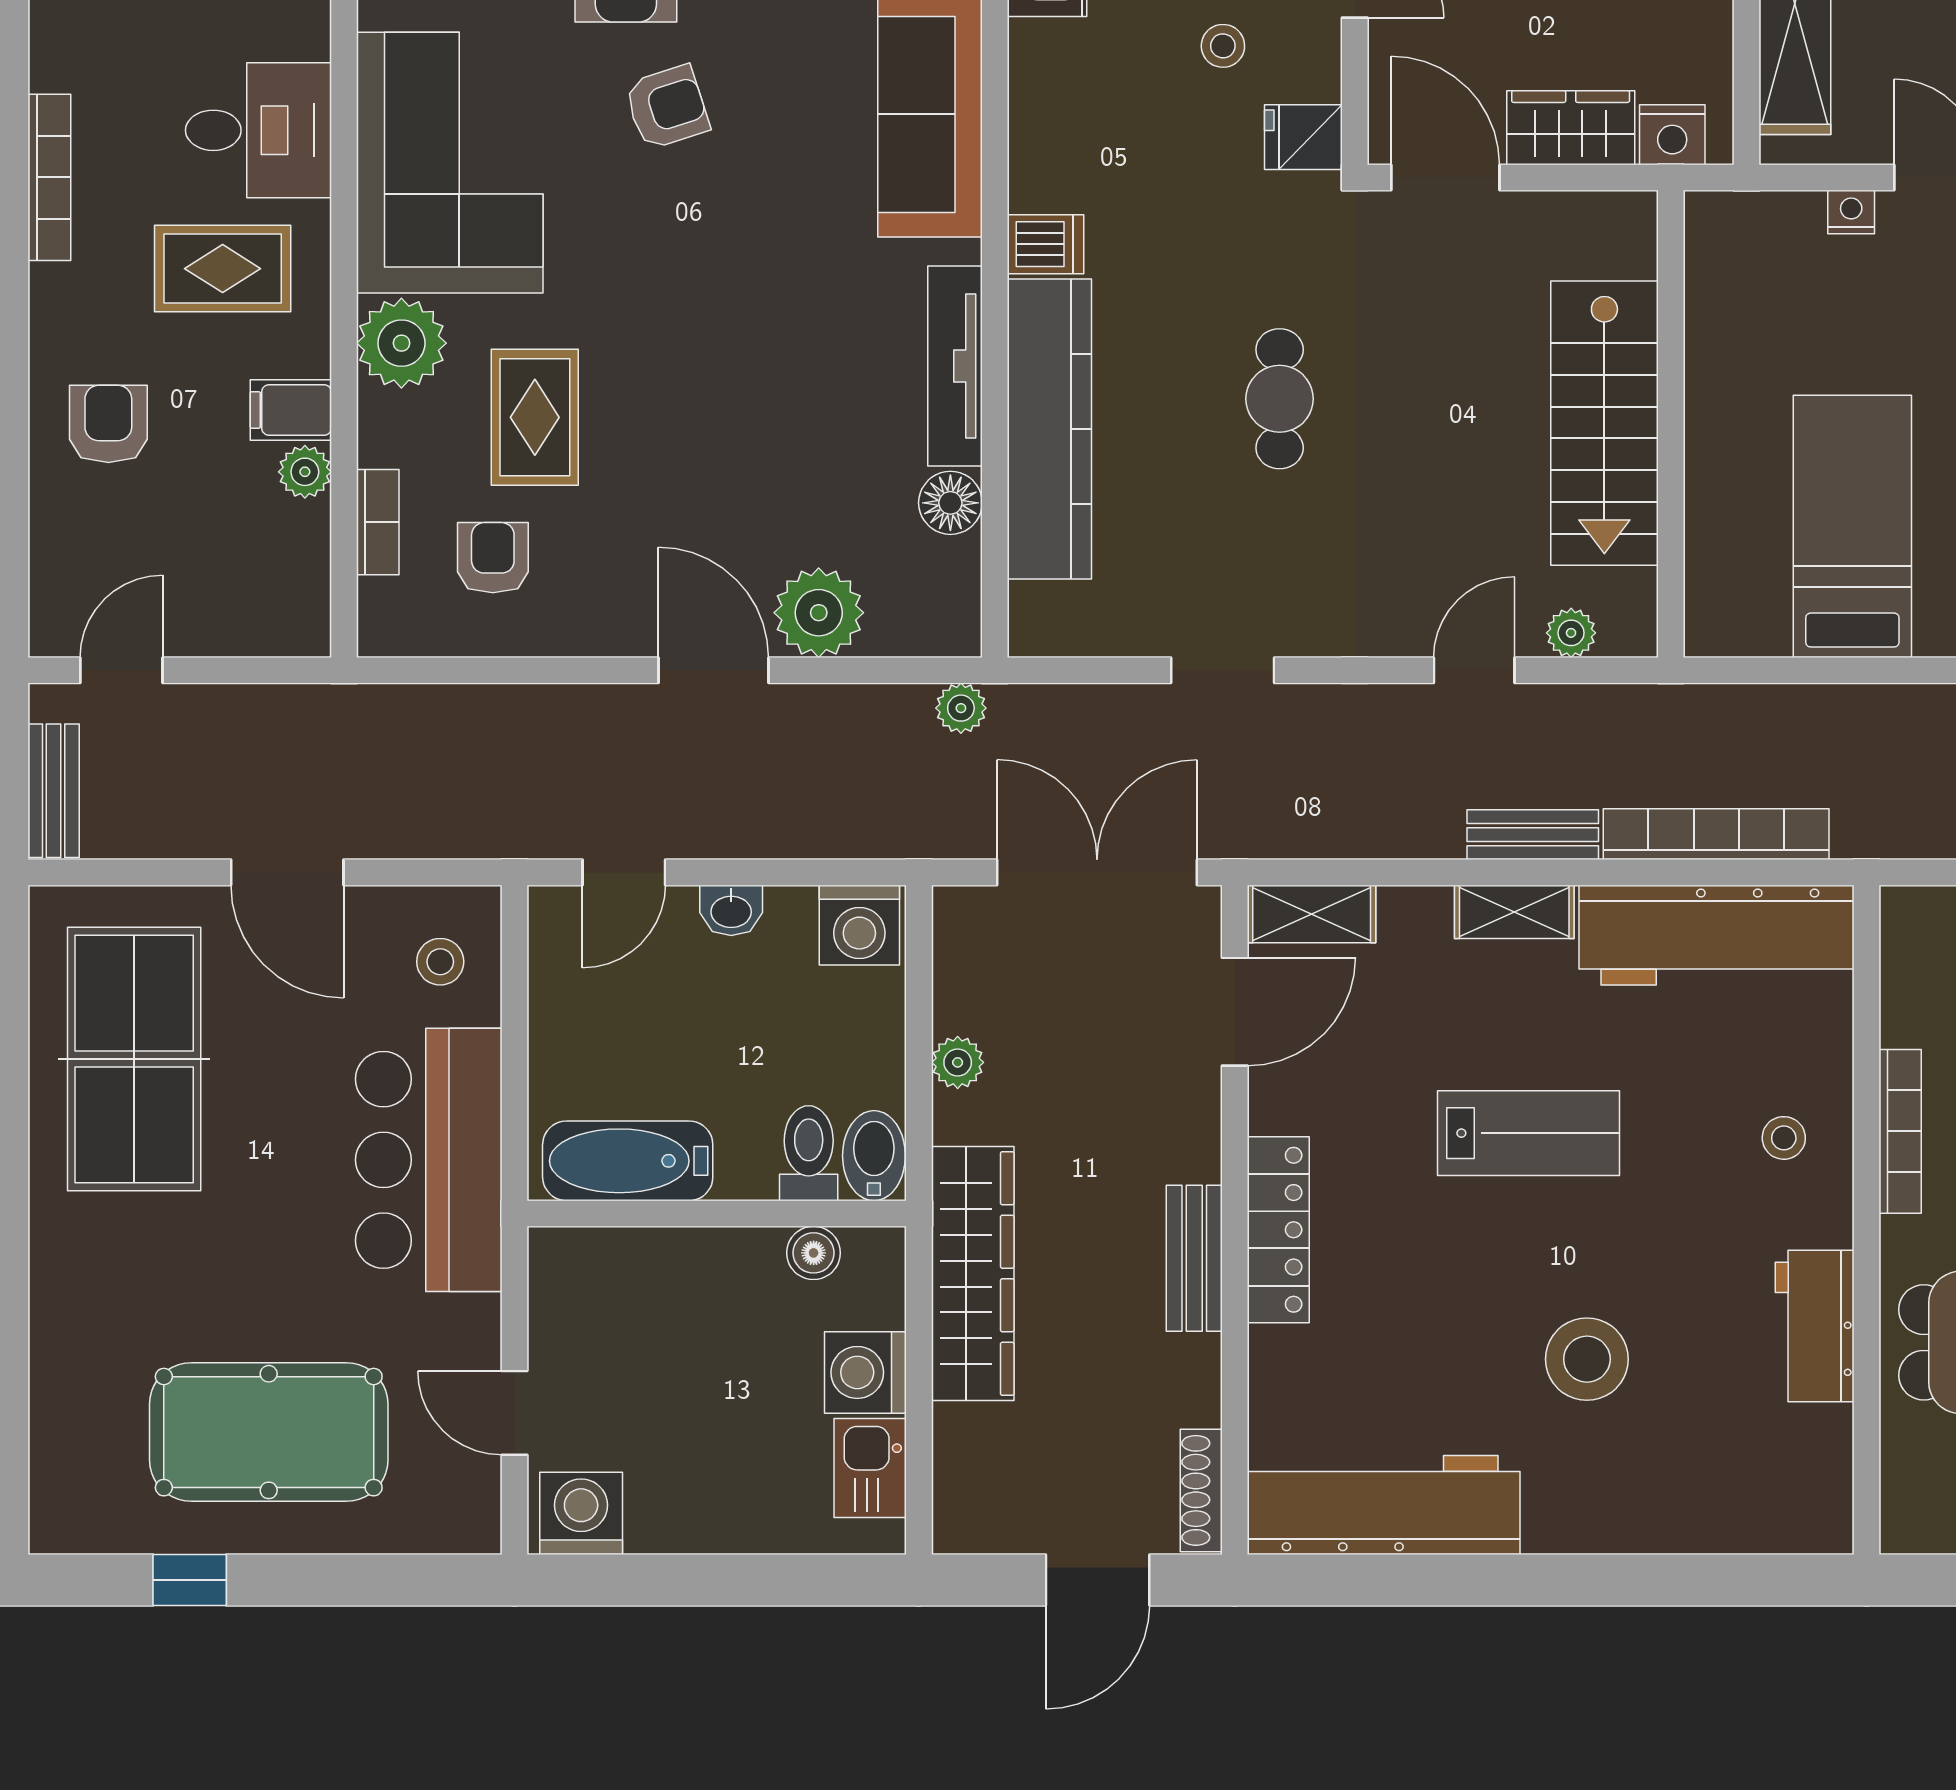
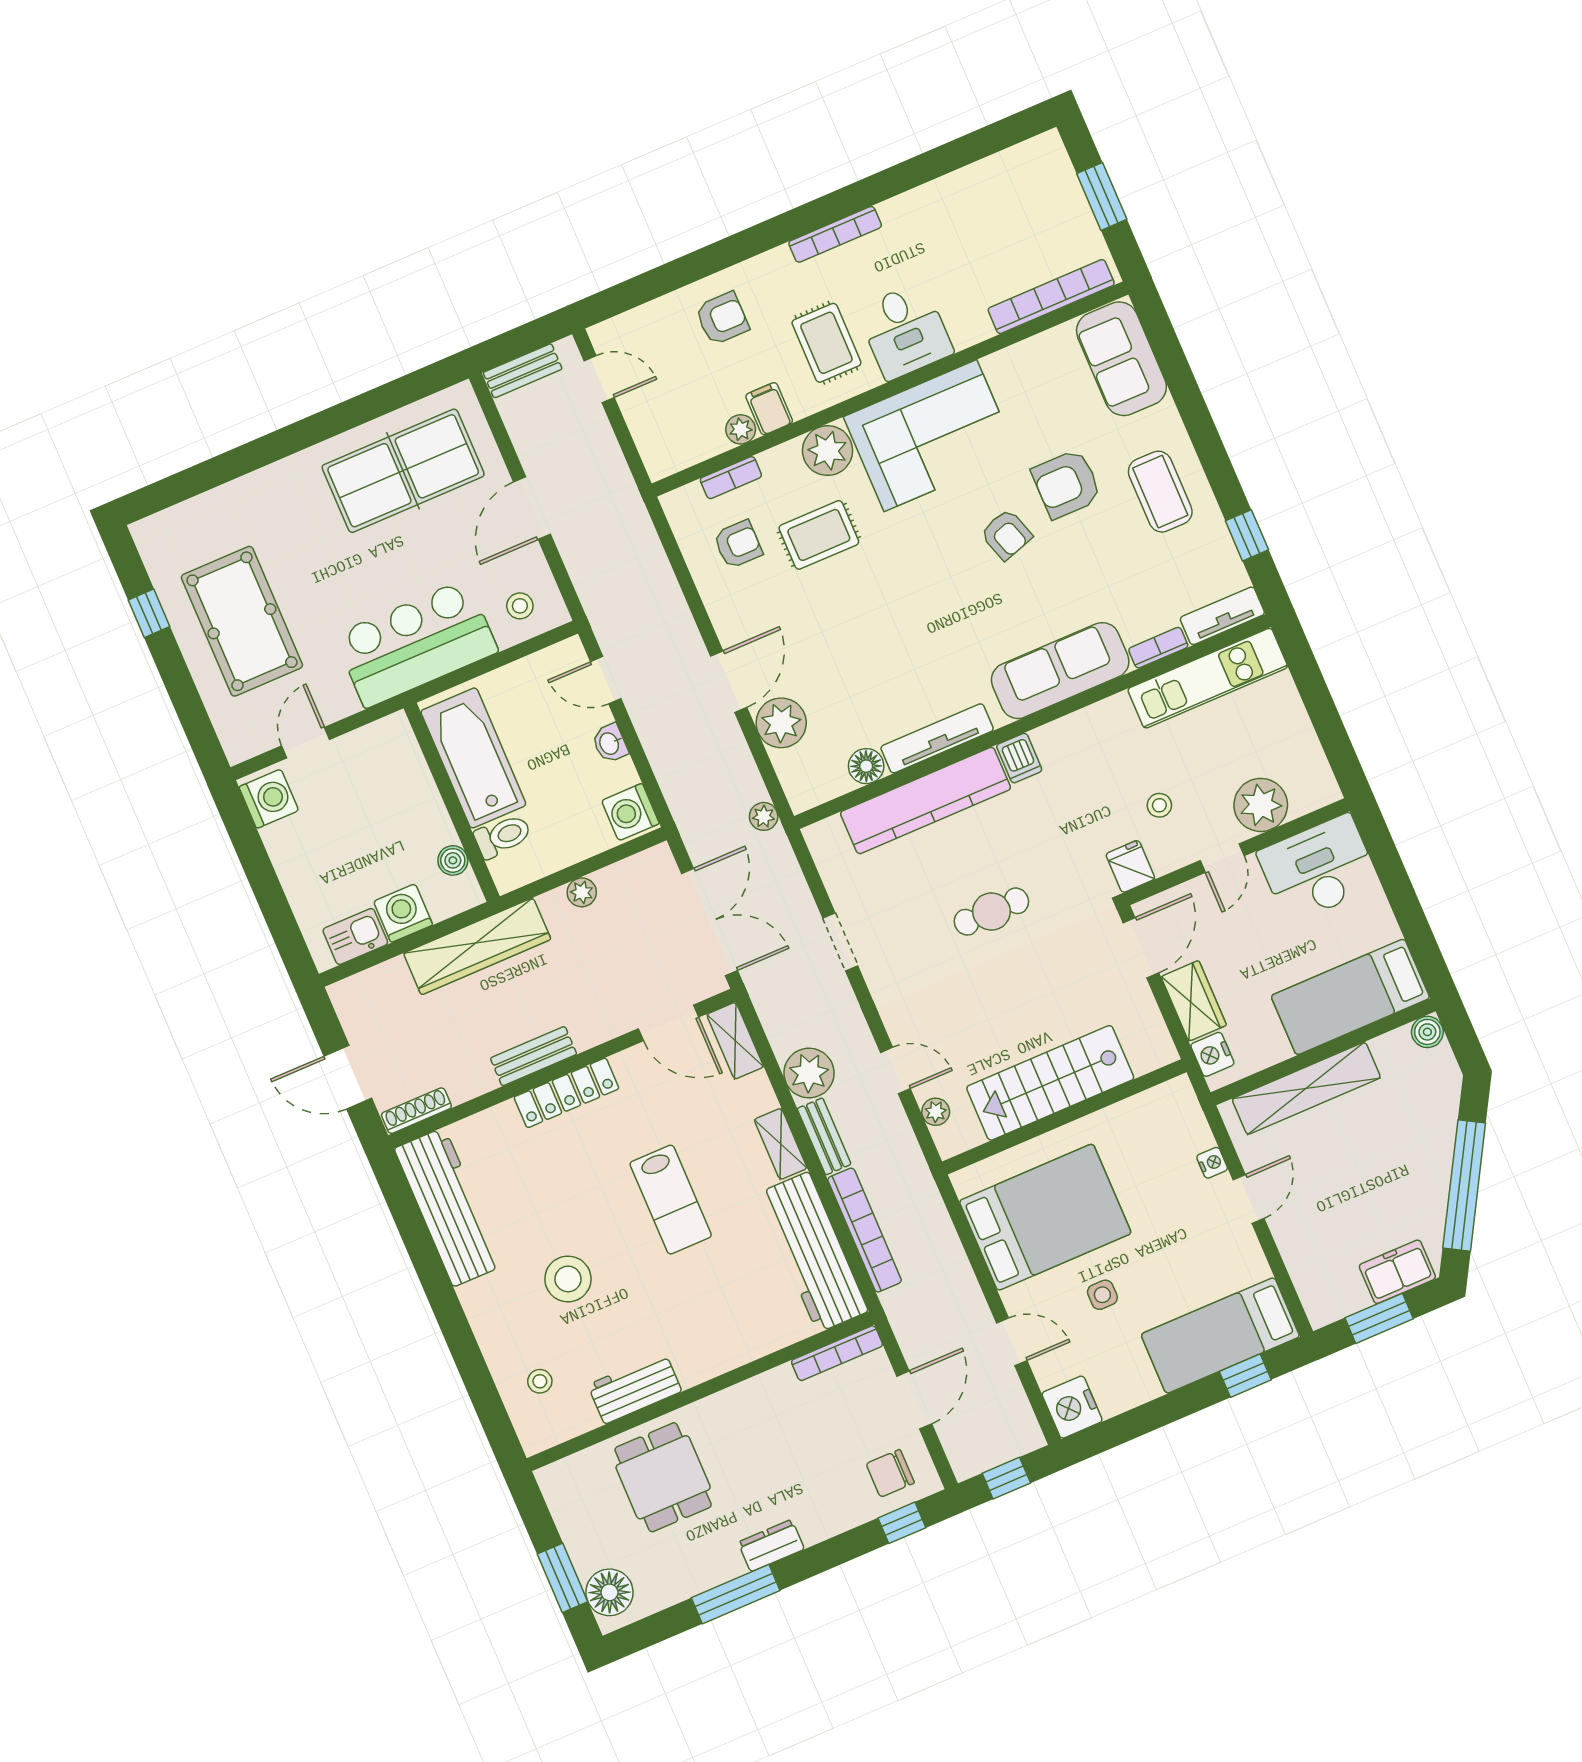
bed: (1852, 526) -> (1045, 1217), width x1.50
plant: (1417, 815) -> (809, 1073), added
bookcase: (1900, 1131) -> (837, 1353), moved
stool: (1784, 1138) -> (540, 1381), moved
bidet: (874, 1156) -> (516, 870), removed
bathtub: (628, 1161) -> (473, 758), width x1.36, depth x1.36

